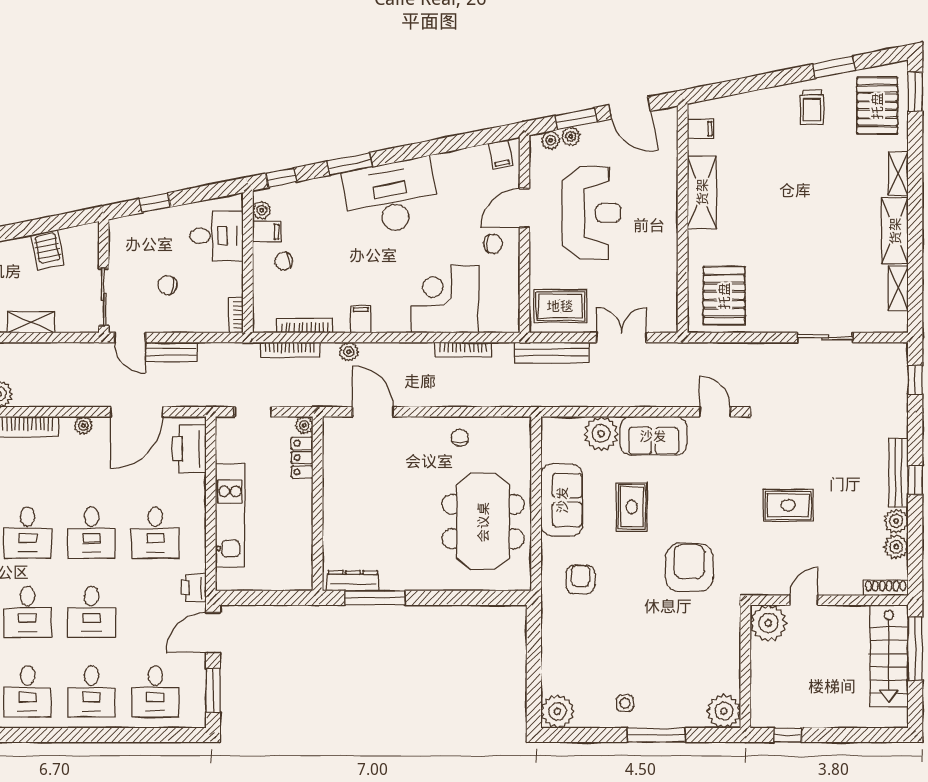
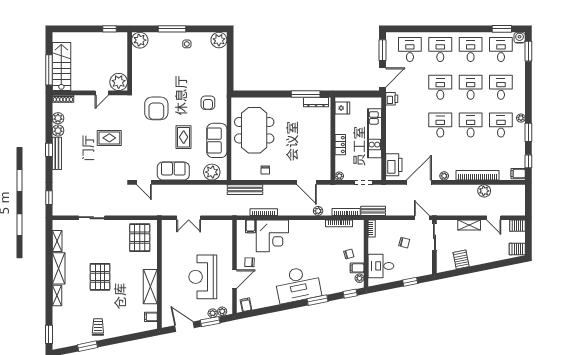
pallet: (877, 106) -> (100, 277), moved
rug: (560, 306) -> (218, 233), removed
filing cabinet: (361, 319) -> (251, 226), moved
bench: (171, 352) -> (373, 211), moved
bench: (552, 353) -> (245, 190), moved
plant: (601, 434) -> (212, 172), moved
locker: (302, 457) -> (340, 145), moved
desk: (155, 533) -> (410, 125), removed
fridge: (298, 568) -> (342, 108), added

